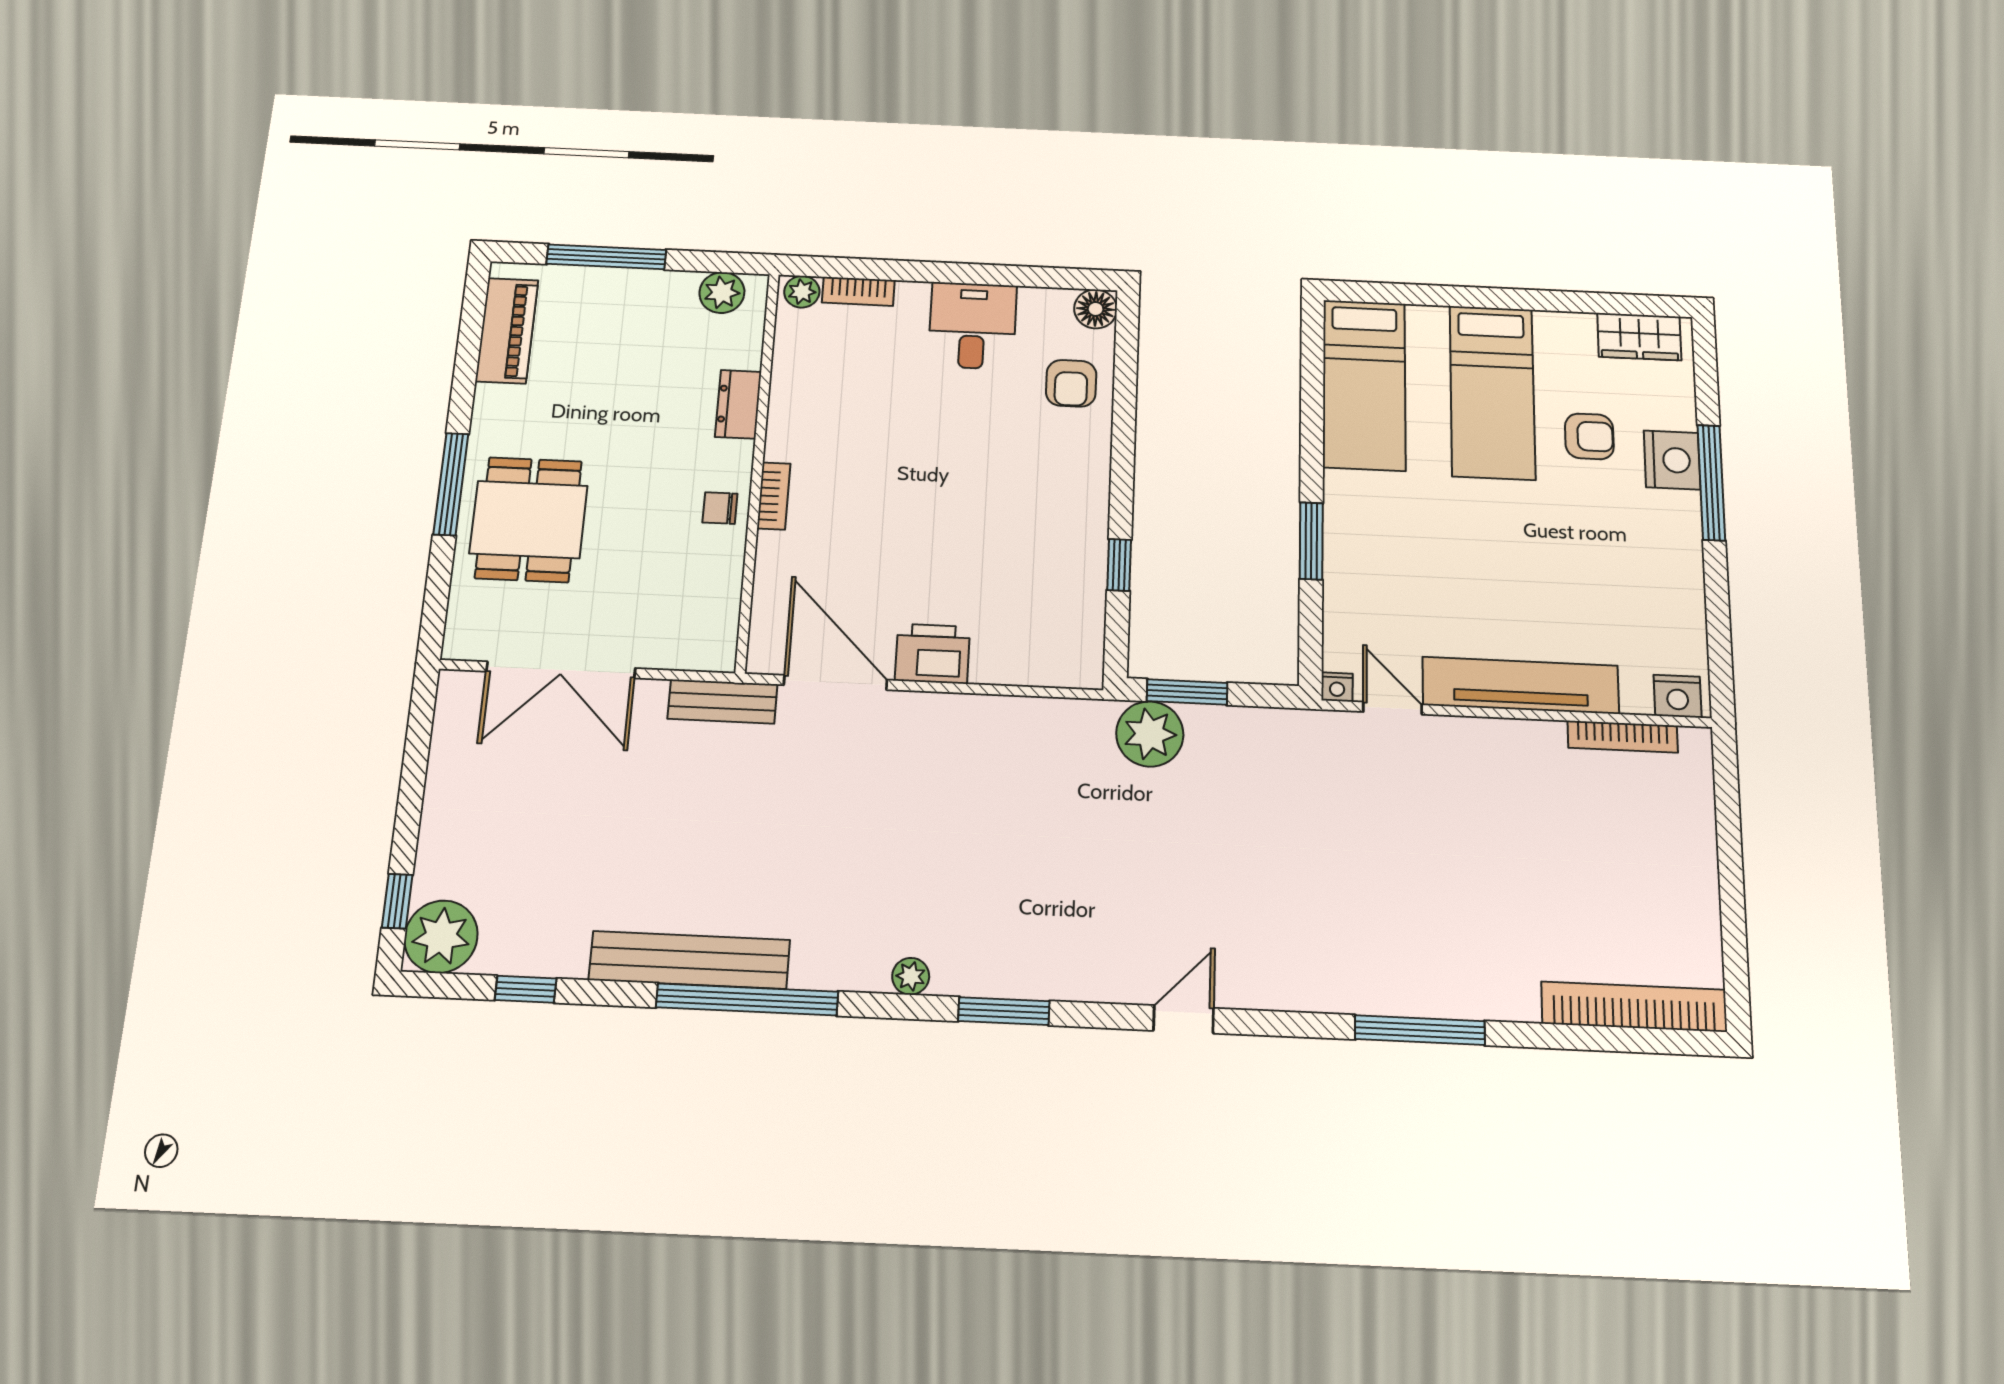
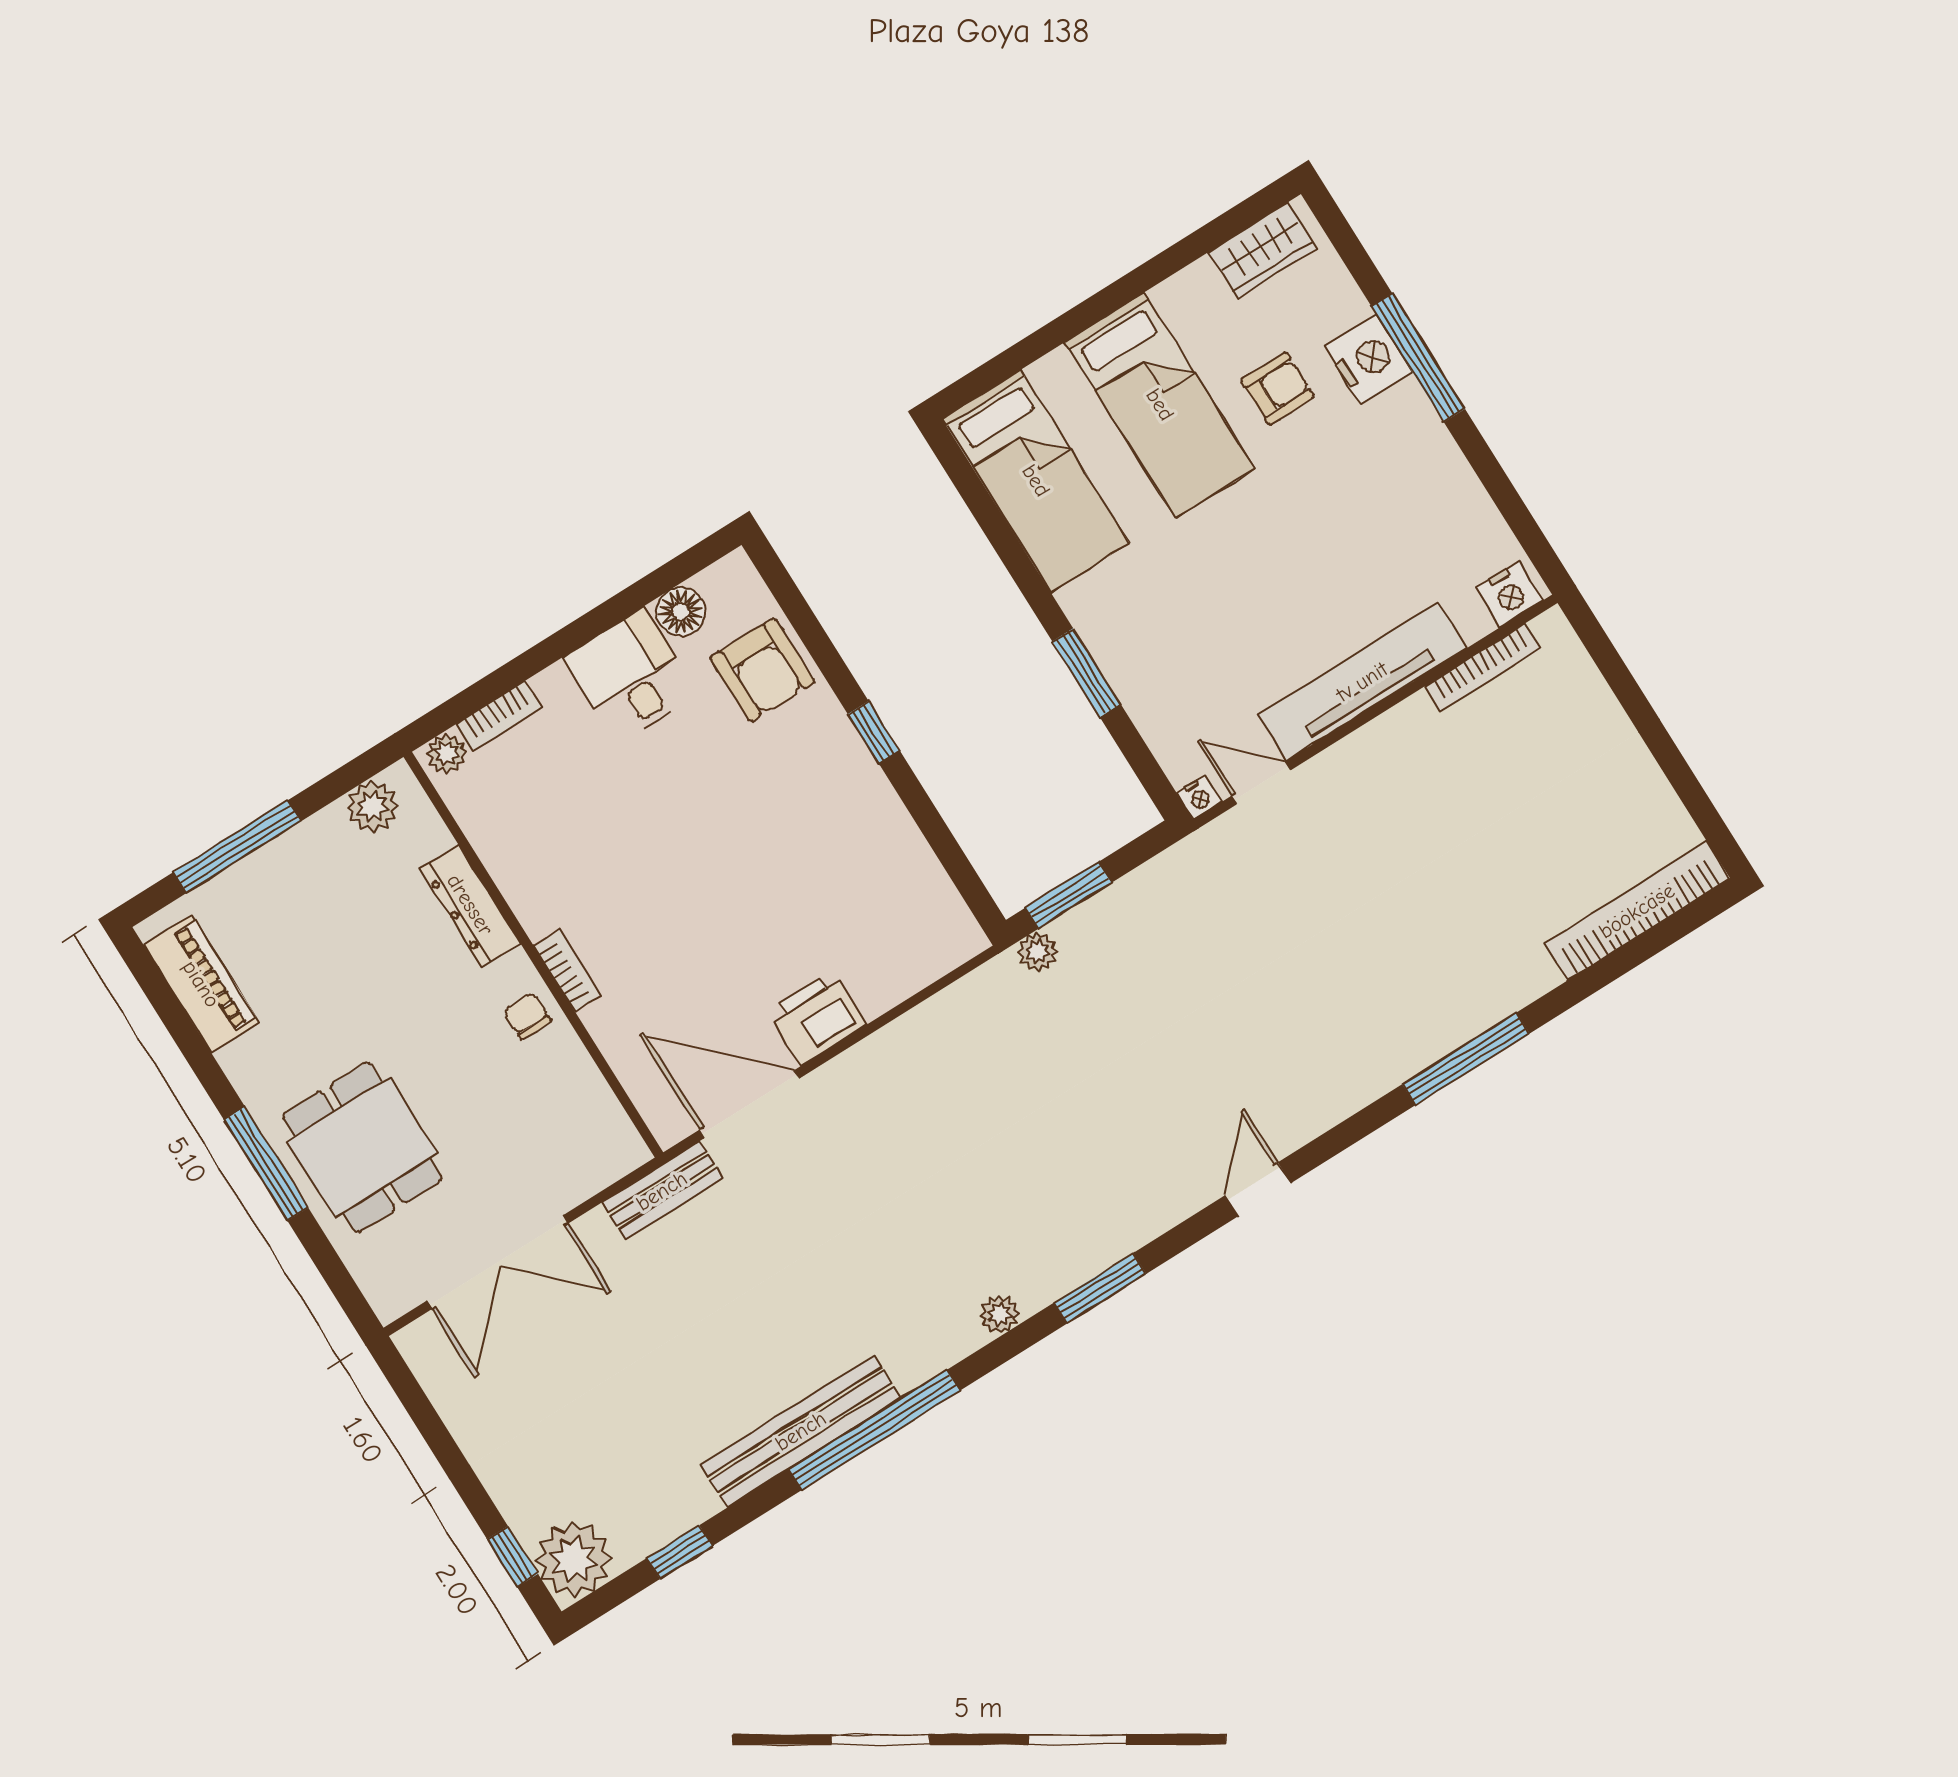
floor lamp: (1096, 309) -> (681, 612), moved
armchair: (1071, 383) -> (762, 670), width x1.38, depth x1.38
dresser: (738, 404) -> (470, 905), width x1.44
chair: (720, 508) -> (527, 1016), turned 90
window: (1119, 565) -> (874, 732), moved
plant: (1150, 734) -> (1038, 952), width x0.53, depth x0.53

